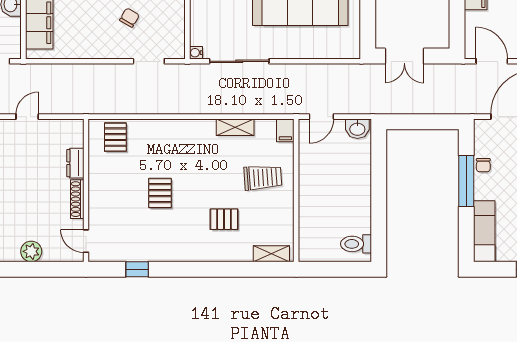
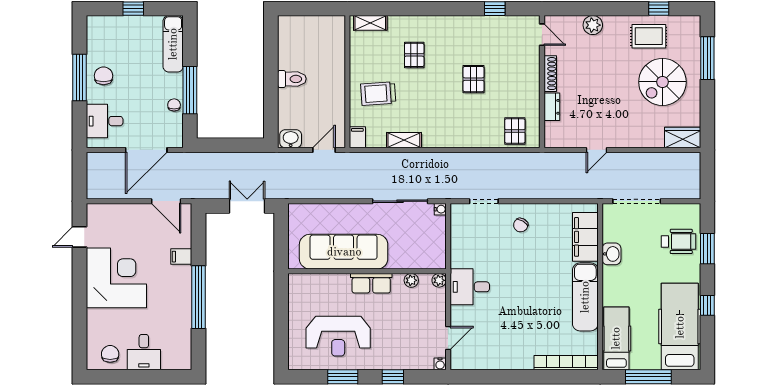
chair: (129, 18) -> (521, 225), moved
pallet: (224, 219) -> (414, 55), turned 90
toilet: (356, 244) -> (292, 79), moved

